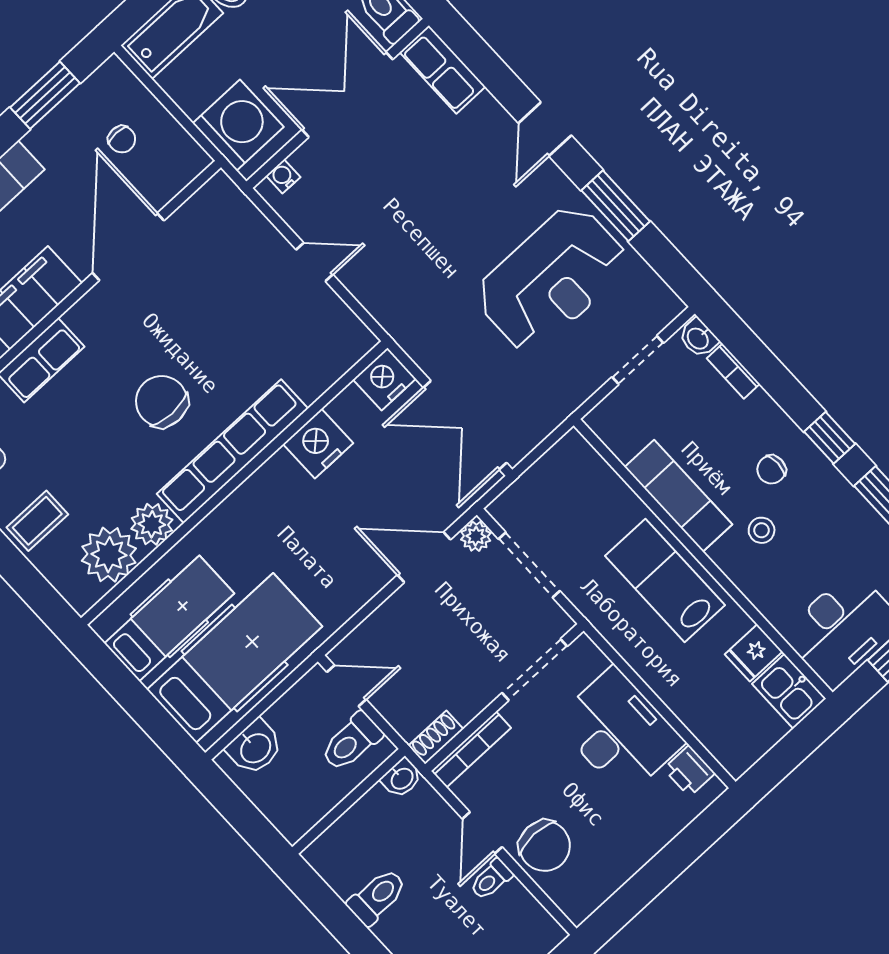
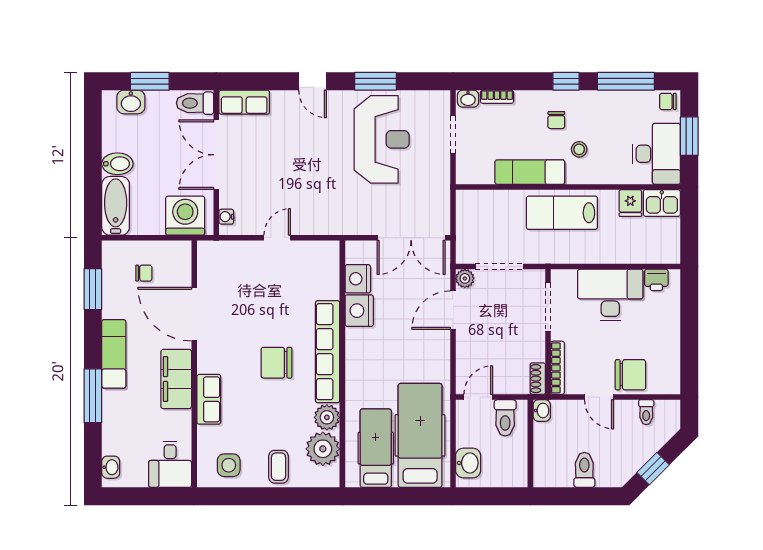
nightstand: (385, 379) -> (358, 279), moved
toilet: (491, 879) -> (646, 412), moved

